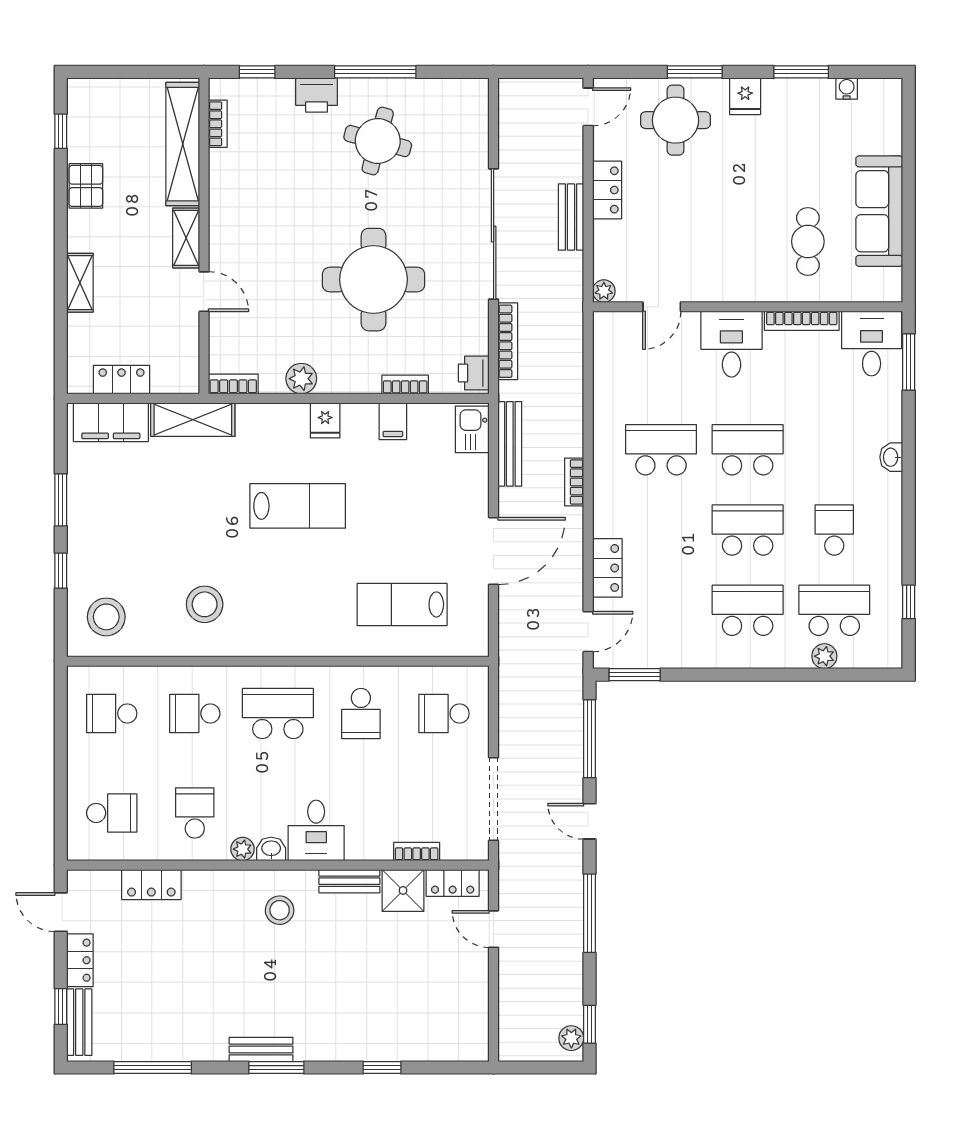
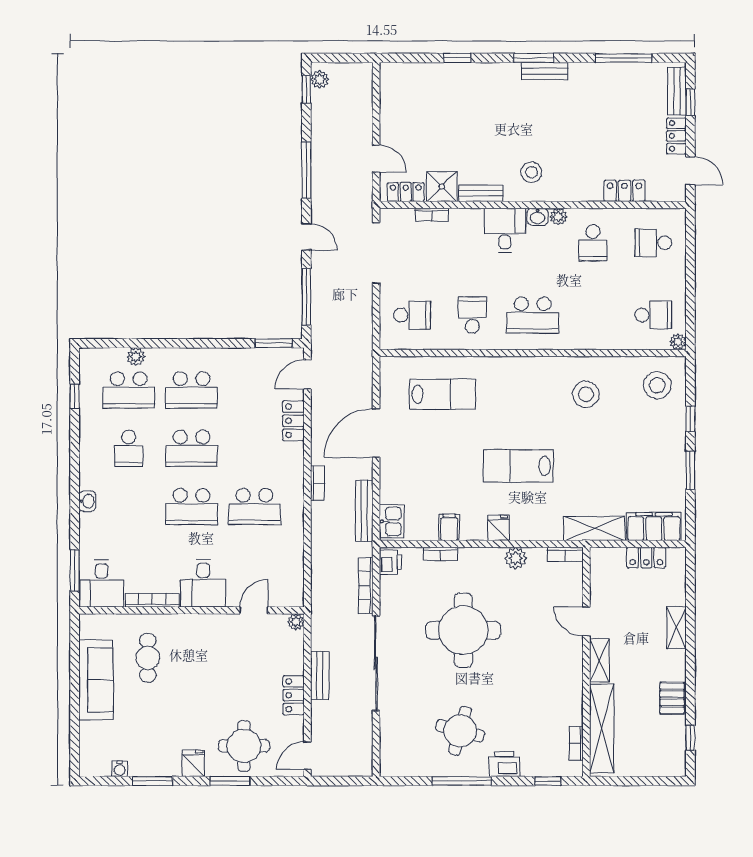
plant: (78, 677) -> (678, 342), added
school desk: (195, 713) -> (593, 315), removed

